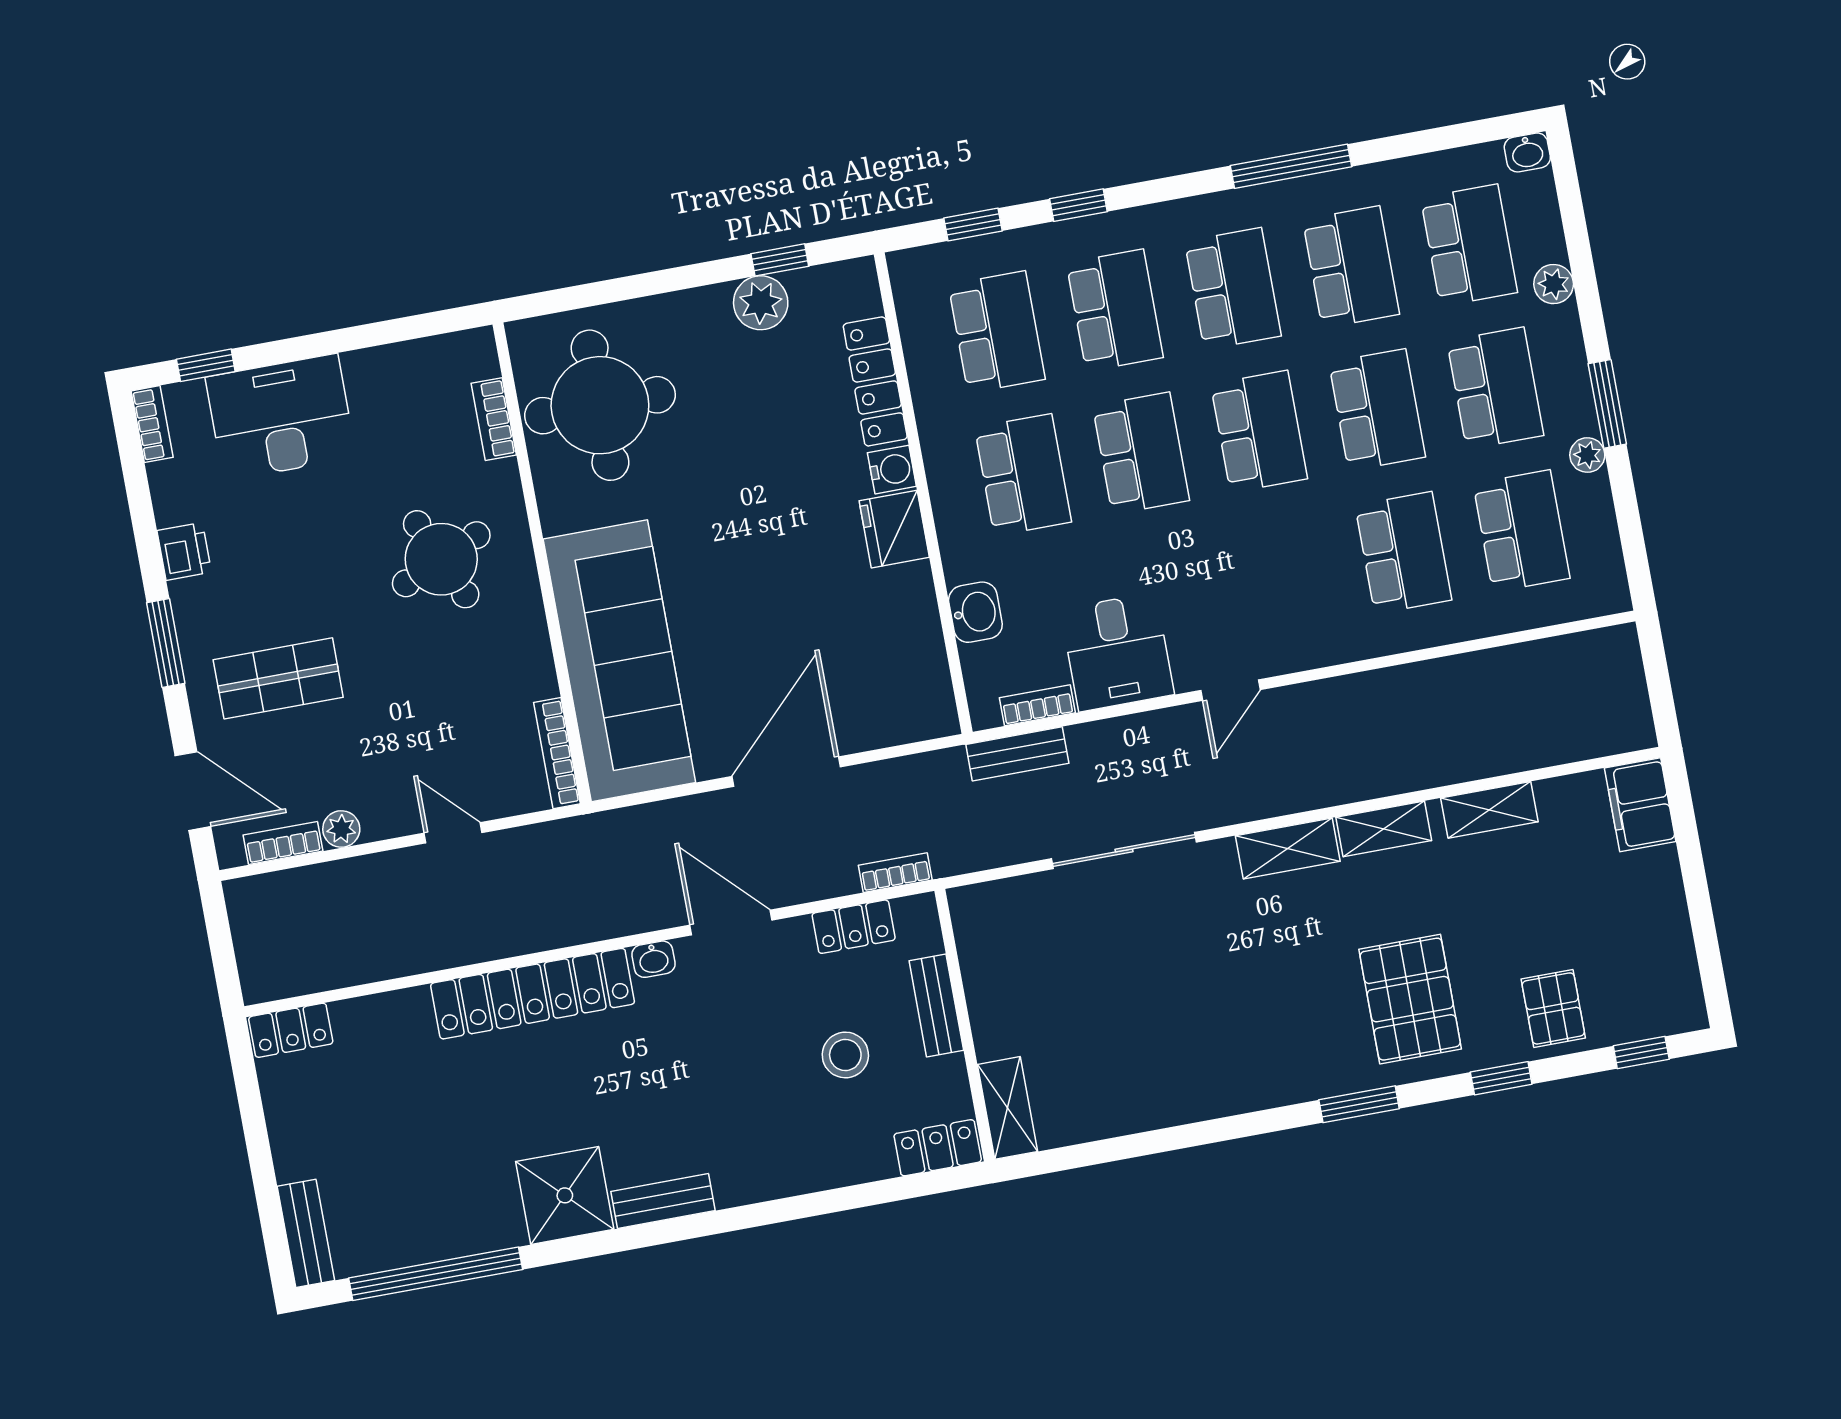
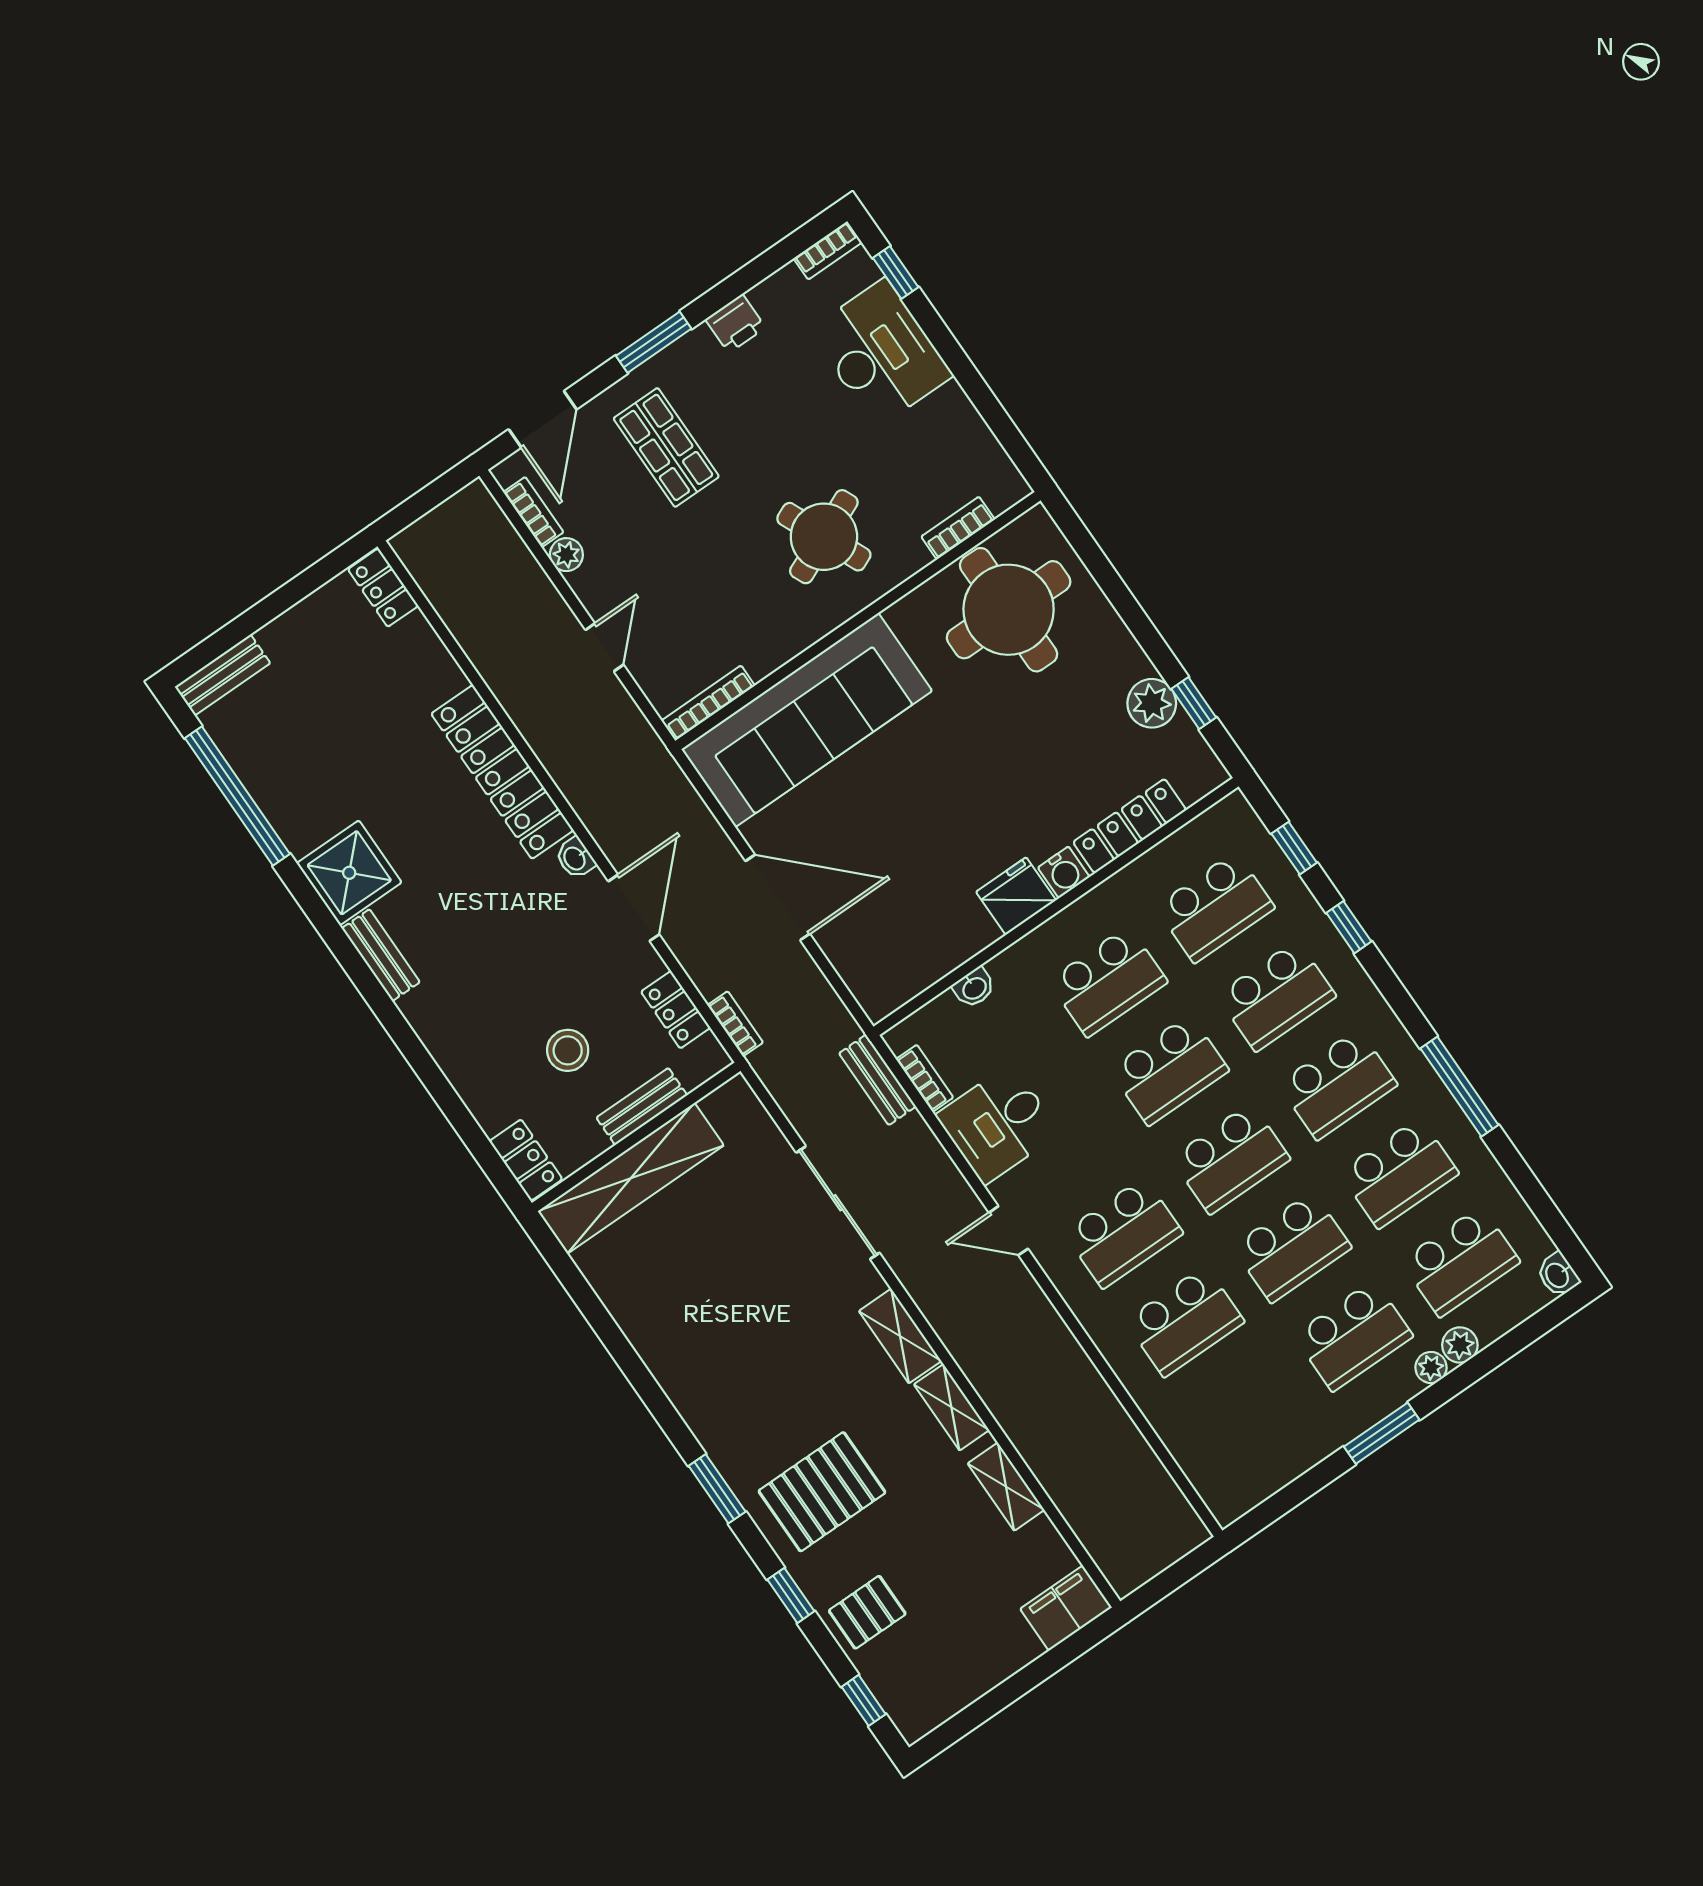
plant: (1587, 455) -> (1431, 1368), moved
school desk: (1521, 531) -> (1123, 1233), moved
washbasin: (975, 612) -> (974, 988), width x0.72, depth x0.69
shelving: (1007, 1108) -> (631, 1178), width x2.20, depth x1.33

